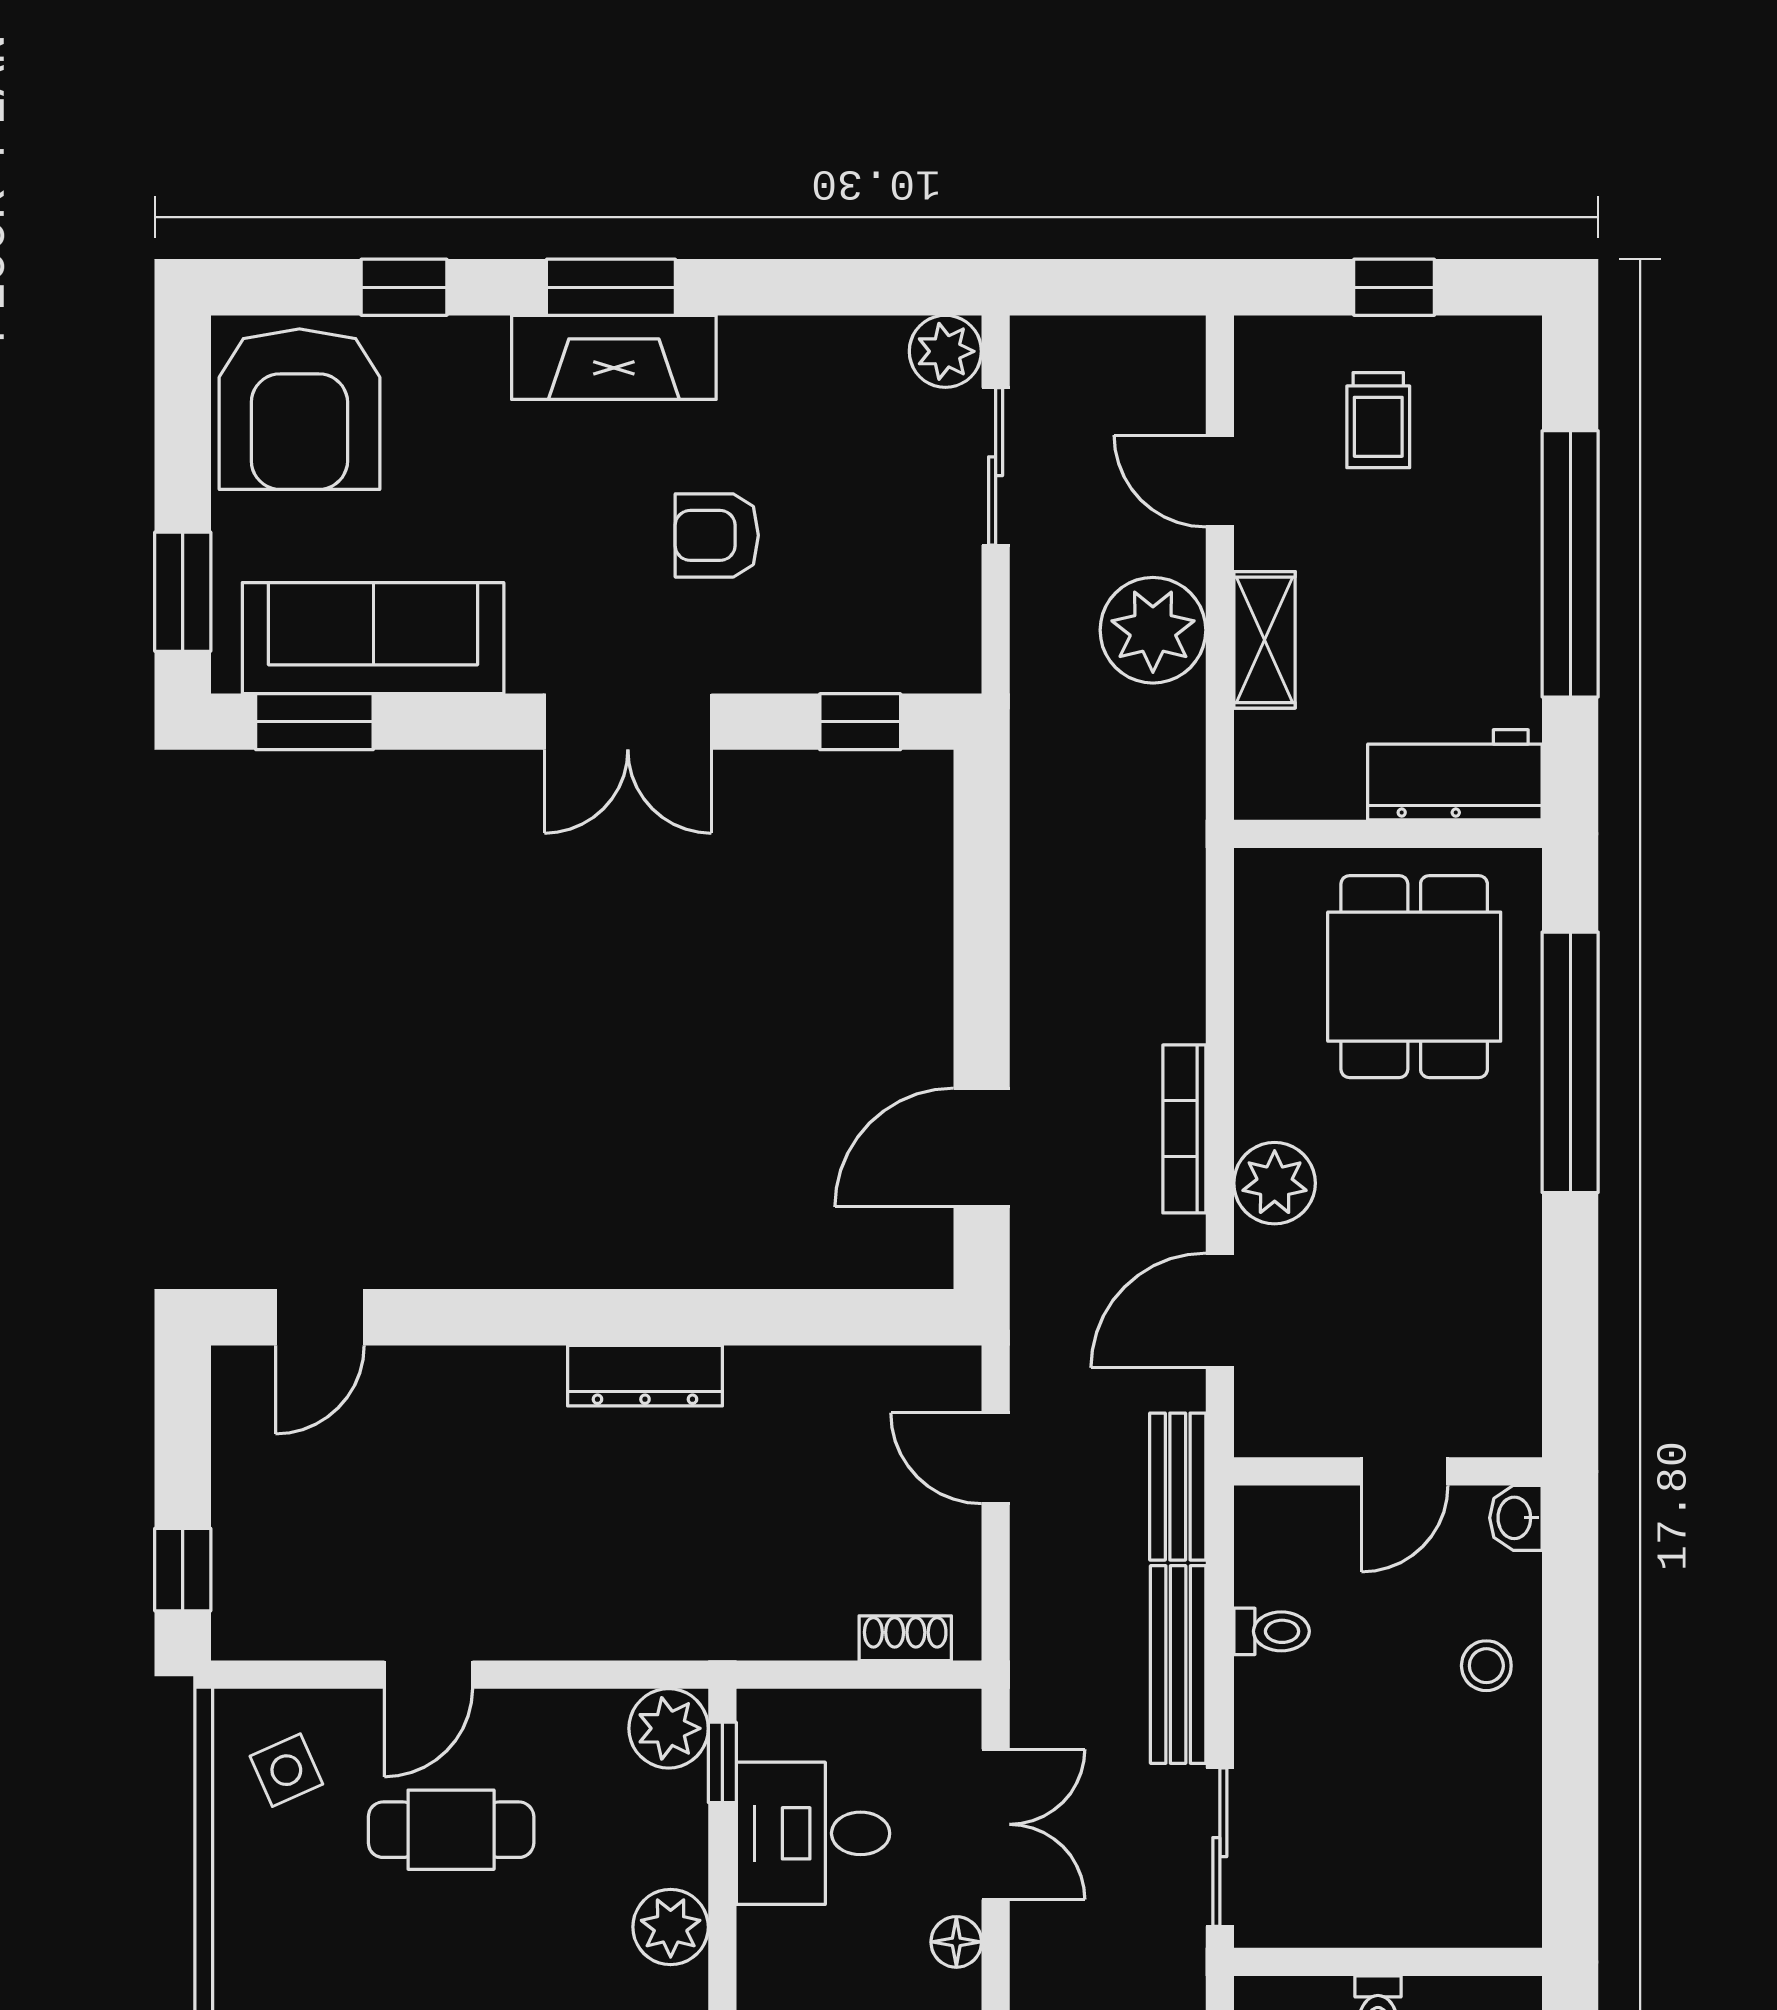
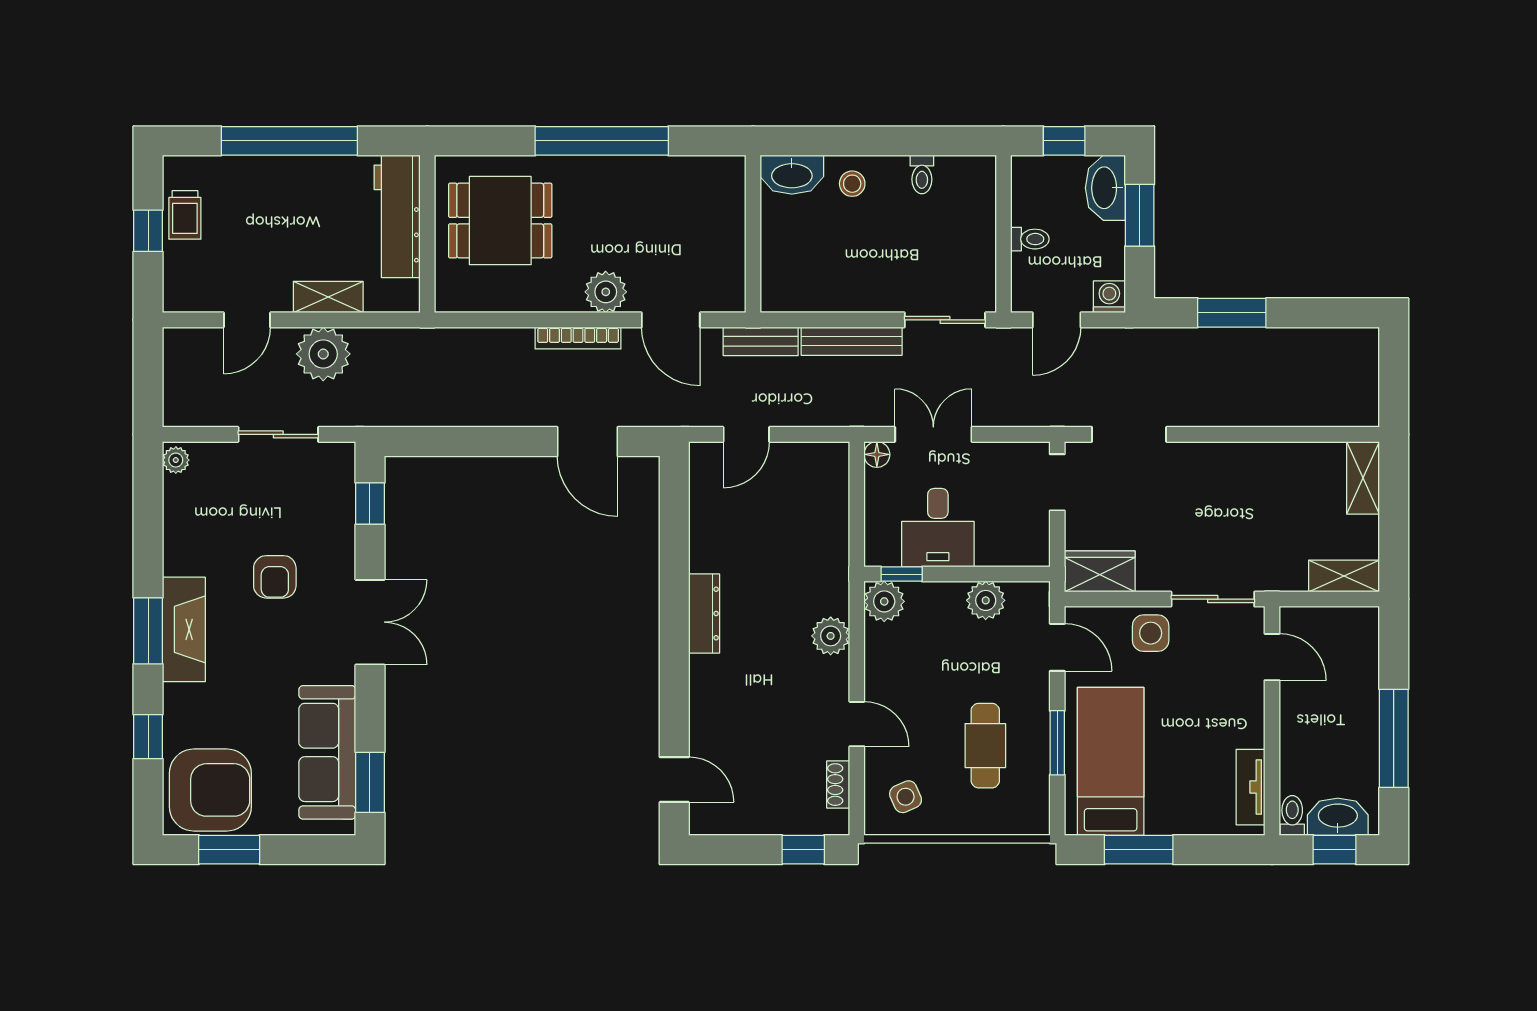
plant: (945, 351) -> (176, 460), width x0.73, depth x0.73
trolley: (1378, 420) -> (185, 215), moved, turned 90
sliding door: (996, 466) -> (278, 434), moved
window: (183, 592) -> (229, 850), moved
workbench: (1455, 775) -> (397, 216), width x1.38
window: (1570, 1062) -> (602, 141), moved
door: (1405, 1471) -> (753, 225), removed
washbasin: (1516, 1518) -> (792, 175), width x1.91, depth x1.45
plant: (601, 1623) -> (831, 636), added
toilet: (1272, 1631) -> (922, 174), moved, turned 180
shoe rack: (905, 1638) -> (838, 785), moved
cafe table: (451, 1830) -> (985, 746), moved
floor lamp: (956, 1942) -> (877, 454), moved

